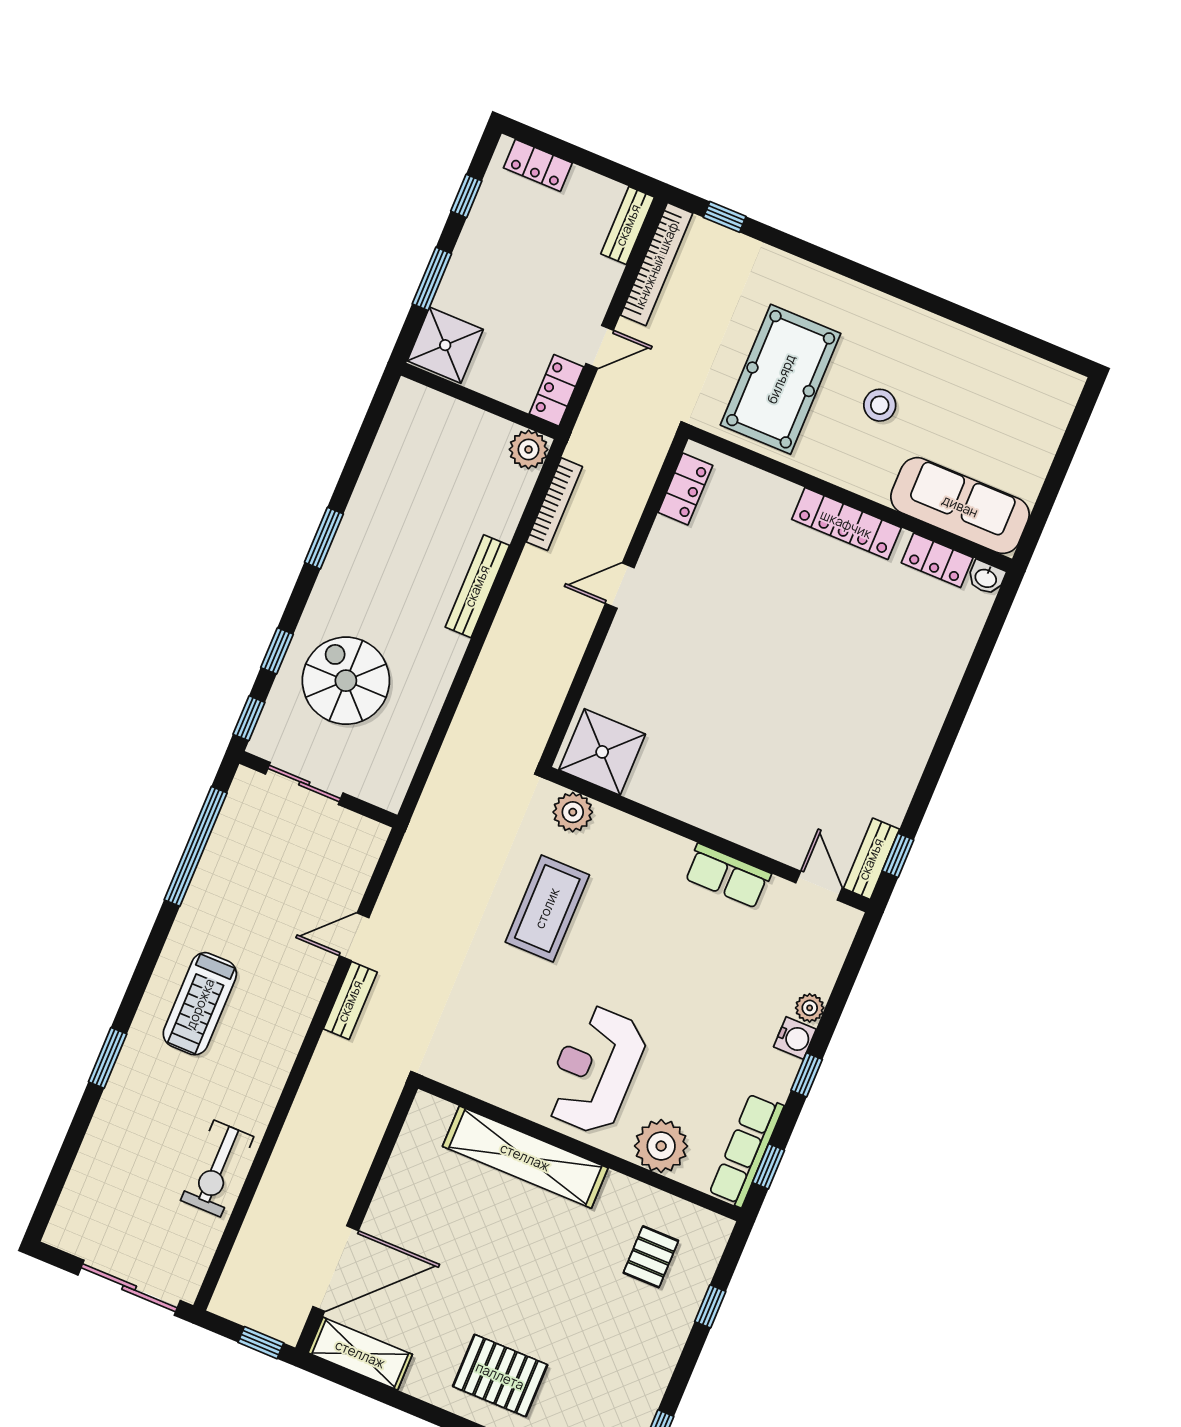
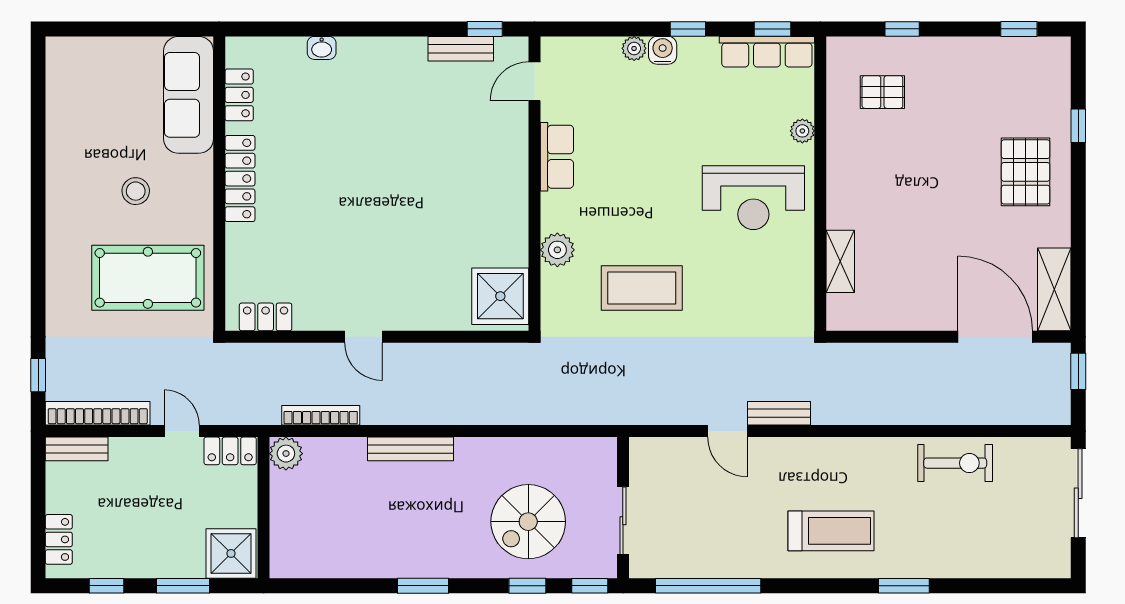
washbasin: (986, 578) -> (322, 48), moved, turned 90
plant: (573, 812) -> (557, 250), moved
bench: (871, 859) -> (461, 49), moved
plant: (661, 1146) -> (802, 131), width x0.53, depth x0.53
shelving: (525, 1157) -> (840, 261), width x0.45, depth x0.75

